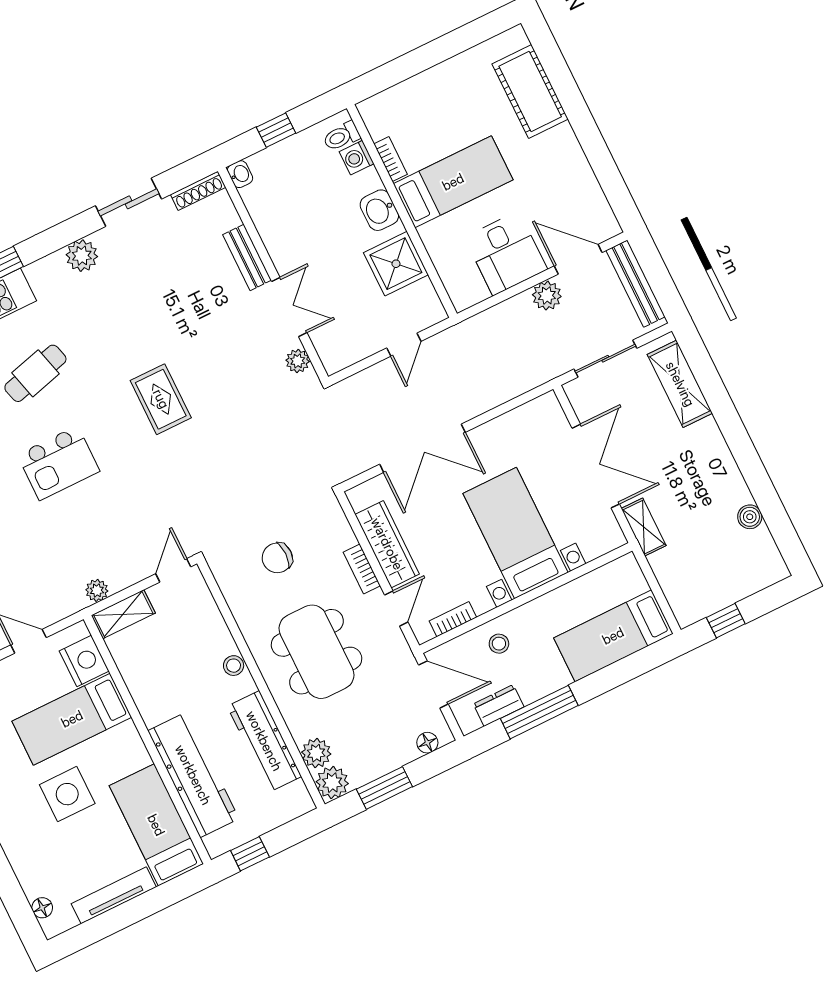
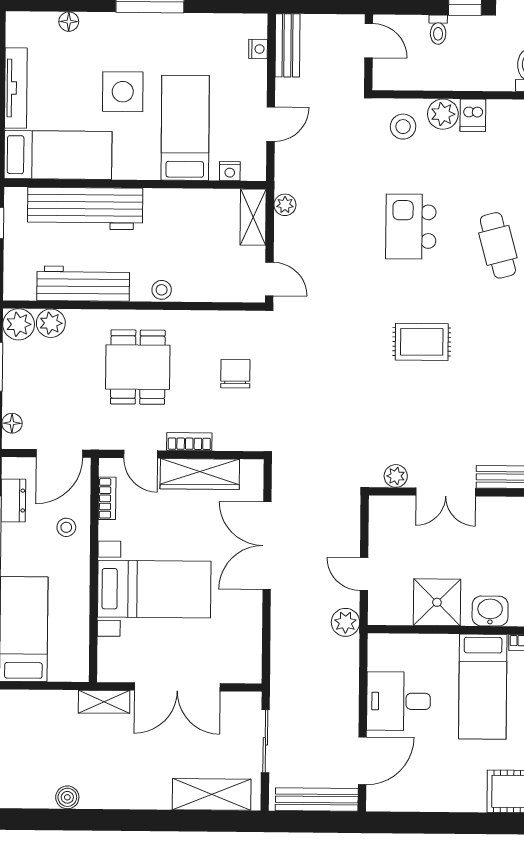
plant: (547, 296) -> (345, 622), moved
dining table: (317, 652) -> (138, 367), width x0.73
nightstand: (84, 661) -> (230, 171), width x0.53, depth x0.56
floor lamp: (42, 908) -> (69, 22), moved

